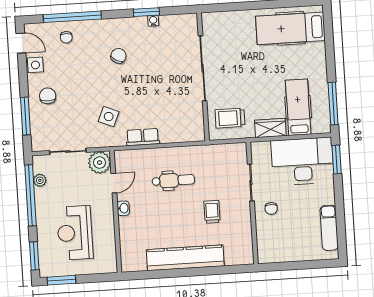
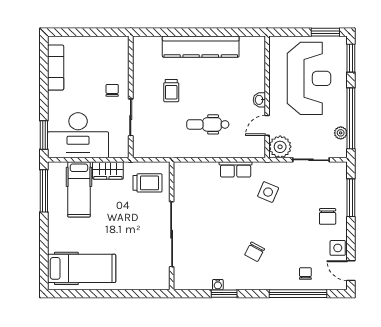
reception desk: (75, 233) -> (309, 78), width x1.36, depth x1.30

